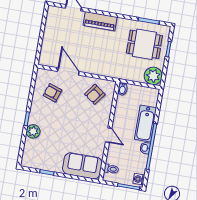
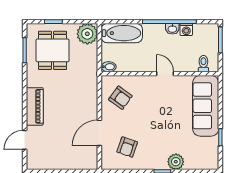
bathtub: (146, 124) -> (122, 33), moved
door: (109, 135) -> (165, 74), hinge flipped
sofa: (82, 166) -> (206, 106), width x1.36
washing machine: (139, 179) -> (186, 30), moved

